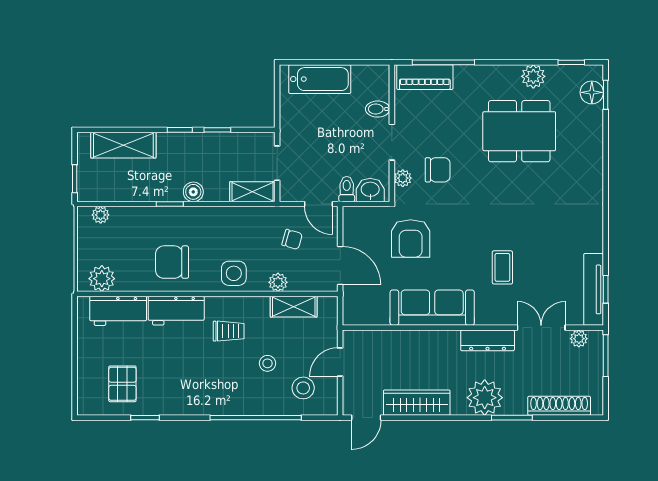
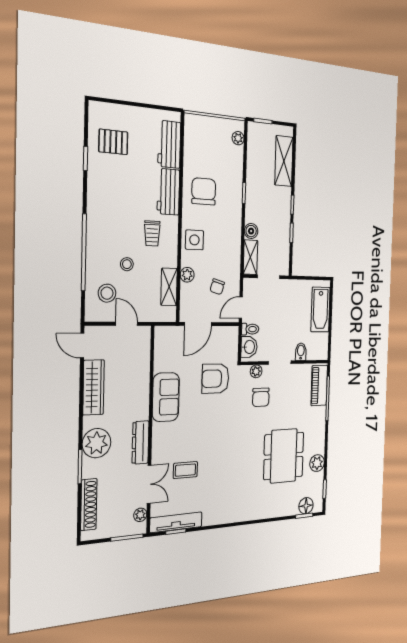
boiler: (193, 192) -> (251, 231), moved
coffee table: (502, 267) -> (185, 470), moved
plant: (102, 279) -> (193, 134), removed
sofa: (432, 308) -> (166, 397), width x0.73

